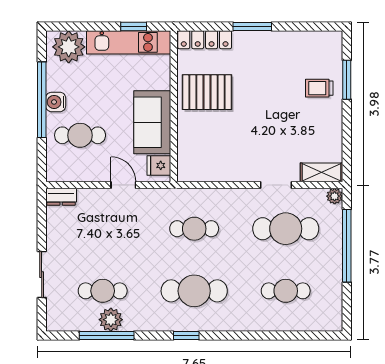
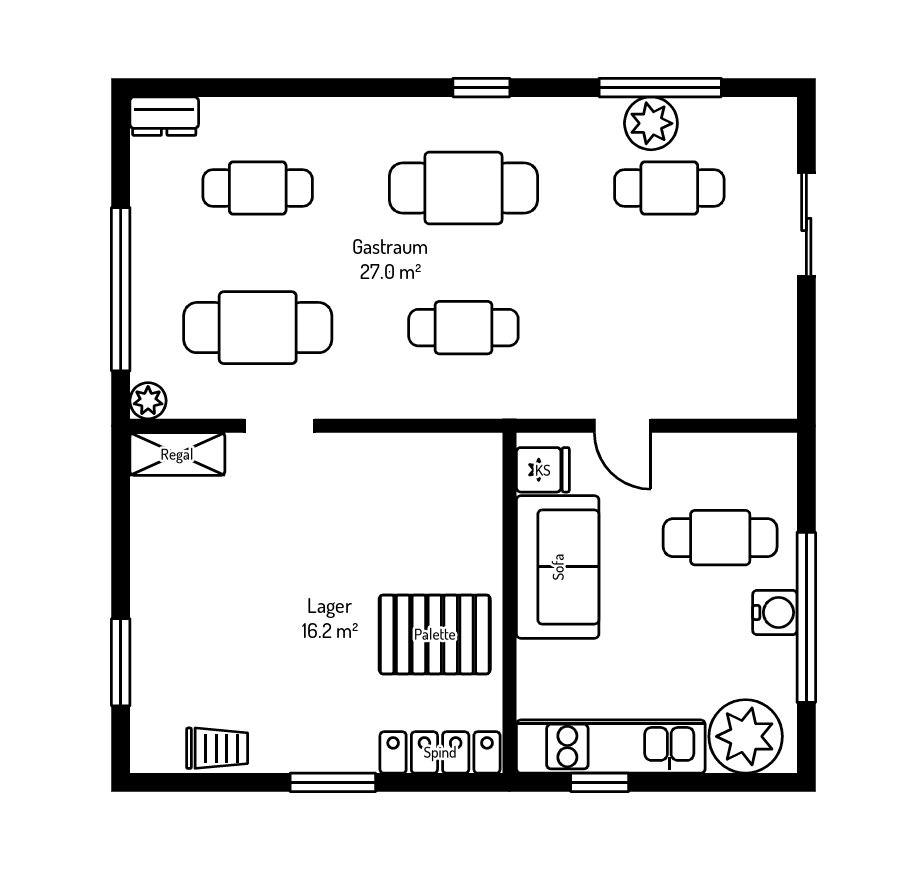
trolley: (319, 88) -> (217, 748), moved
dresser: (61, 197) -> (164, 116), moved, turned 180

